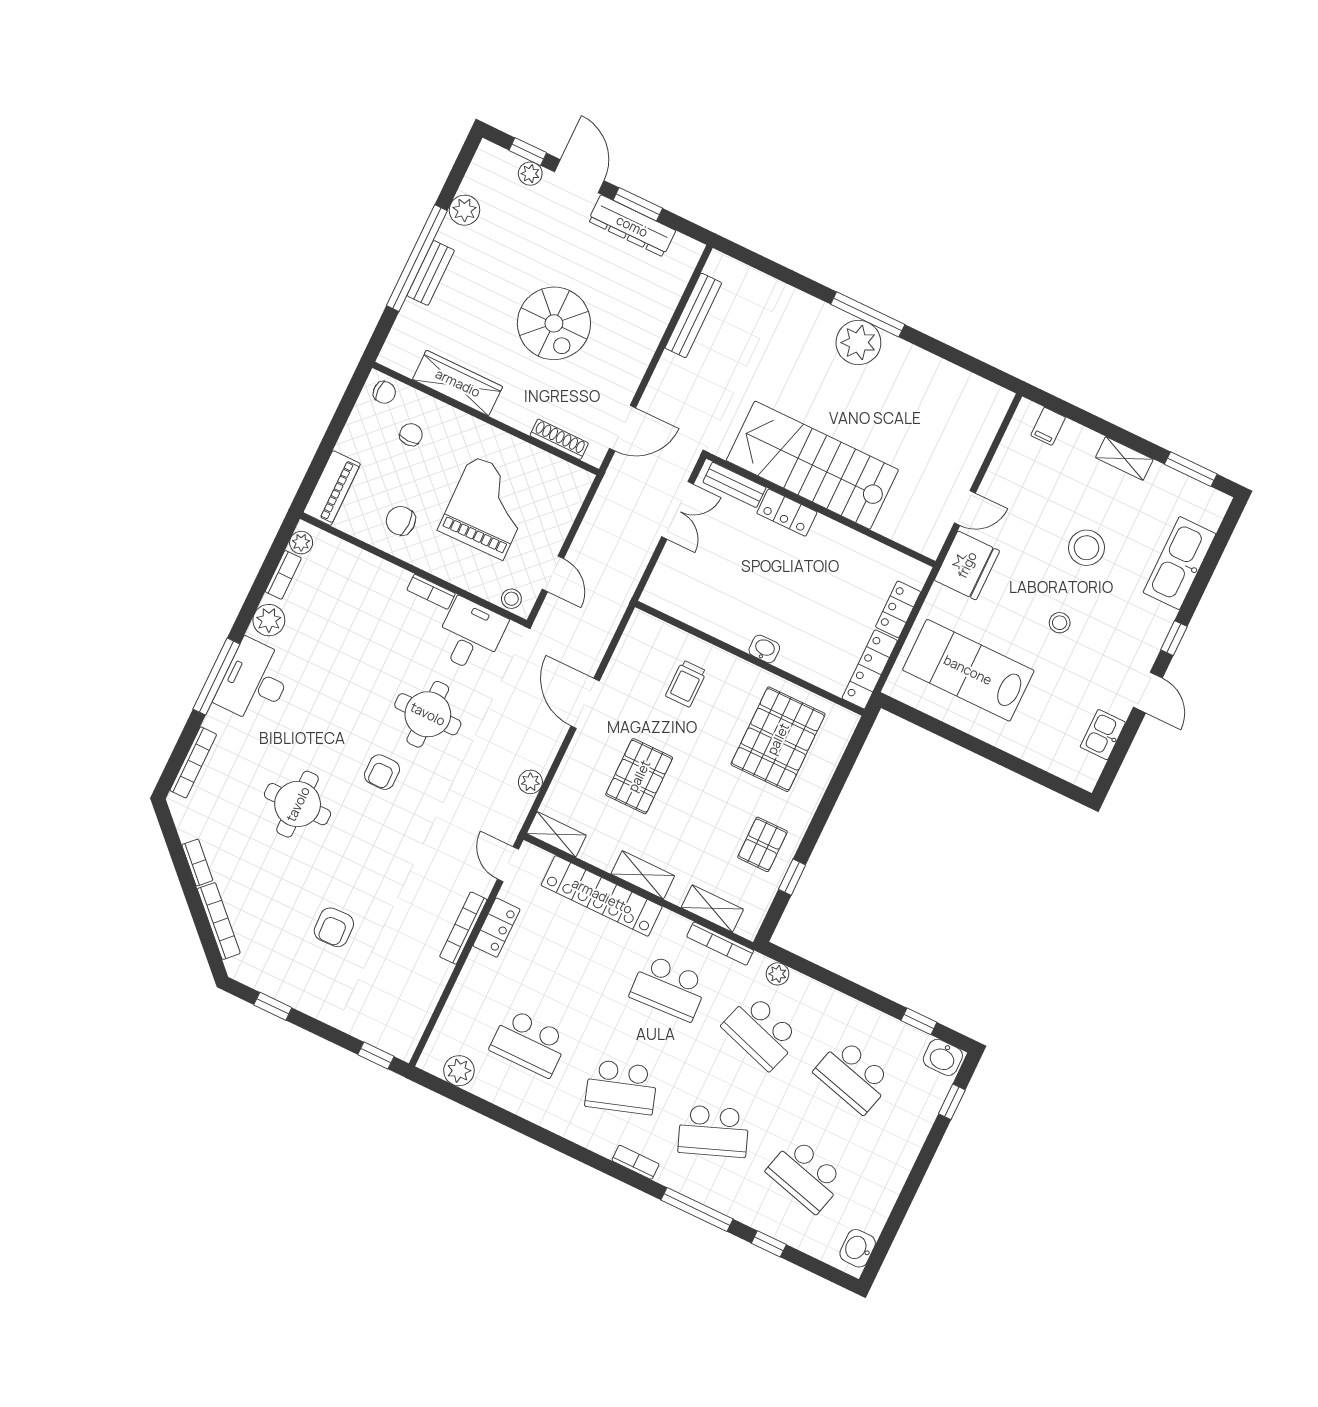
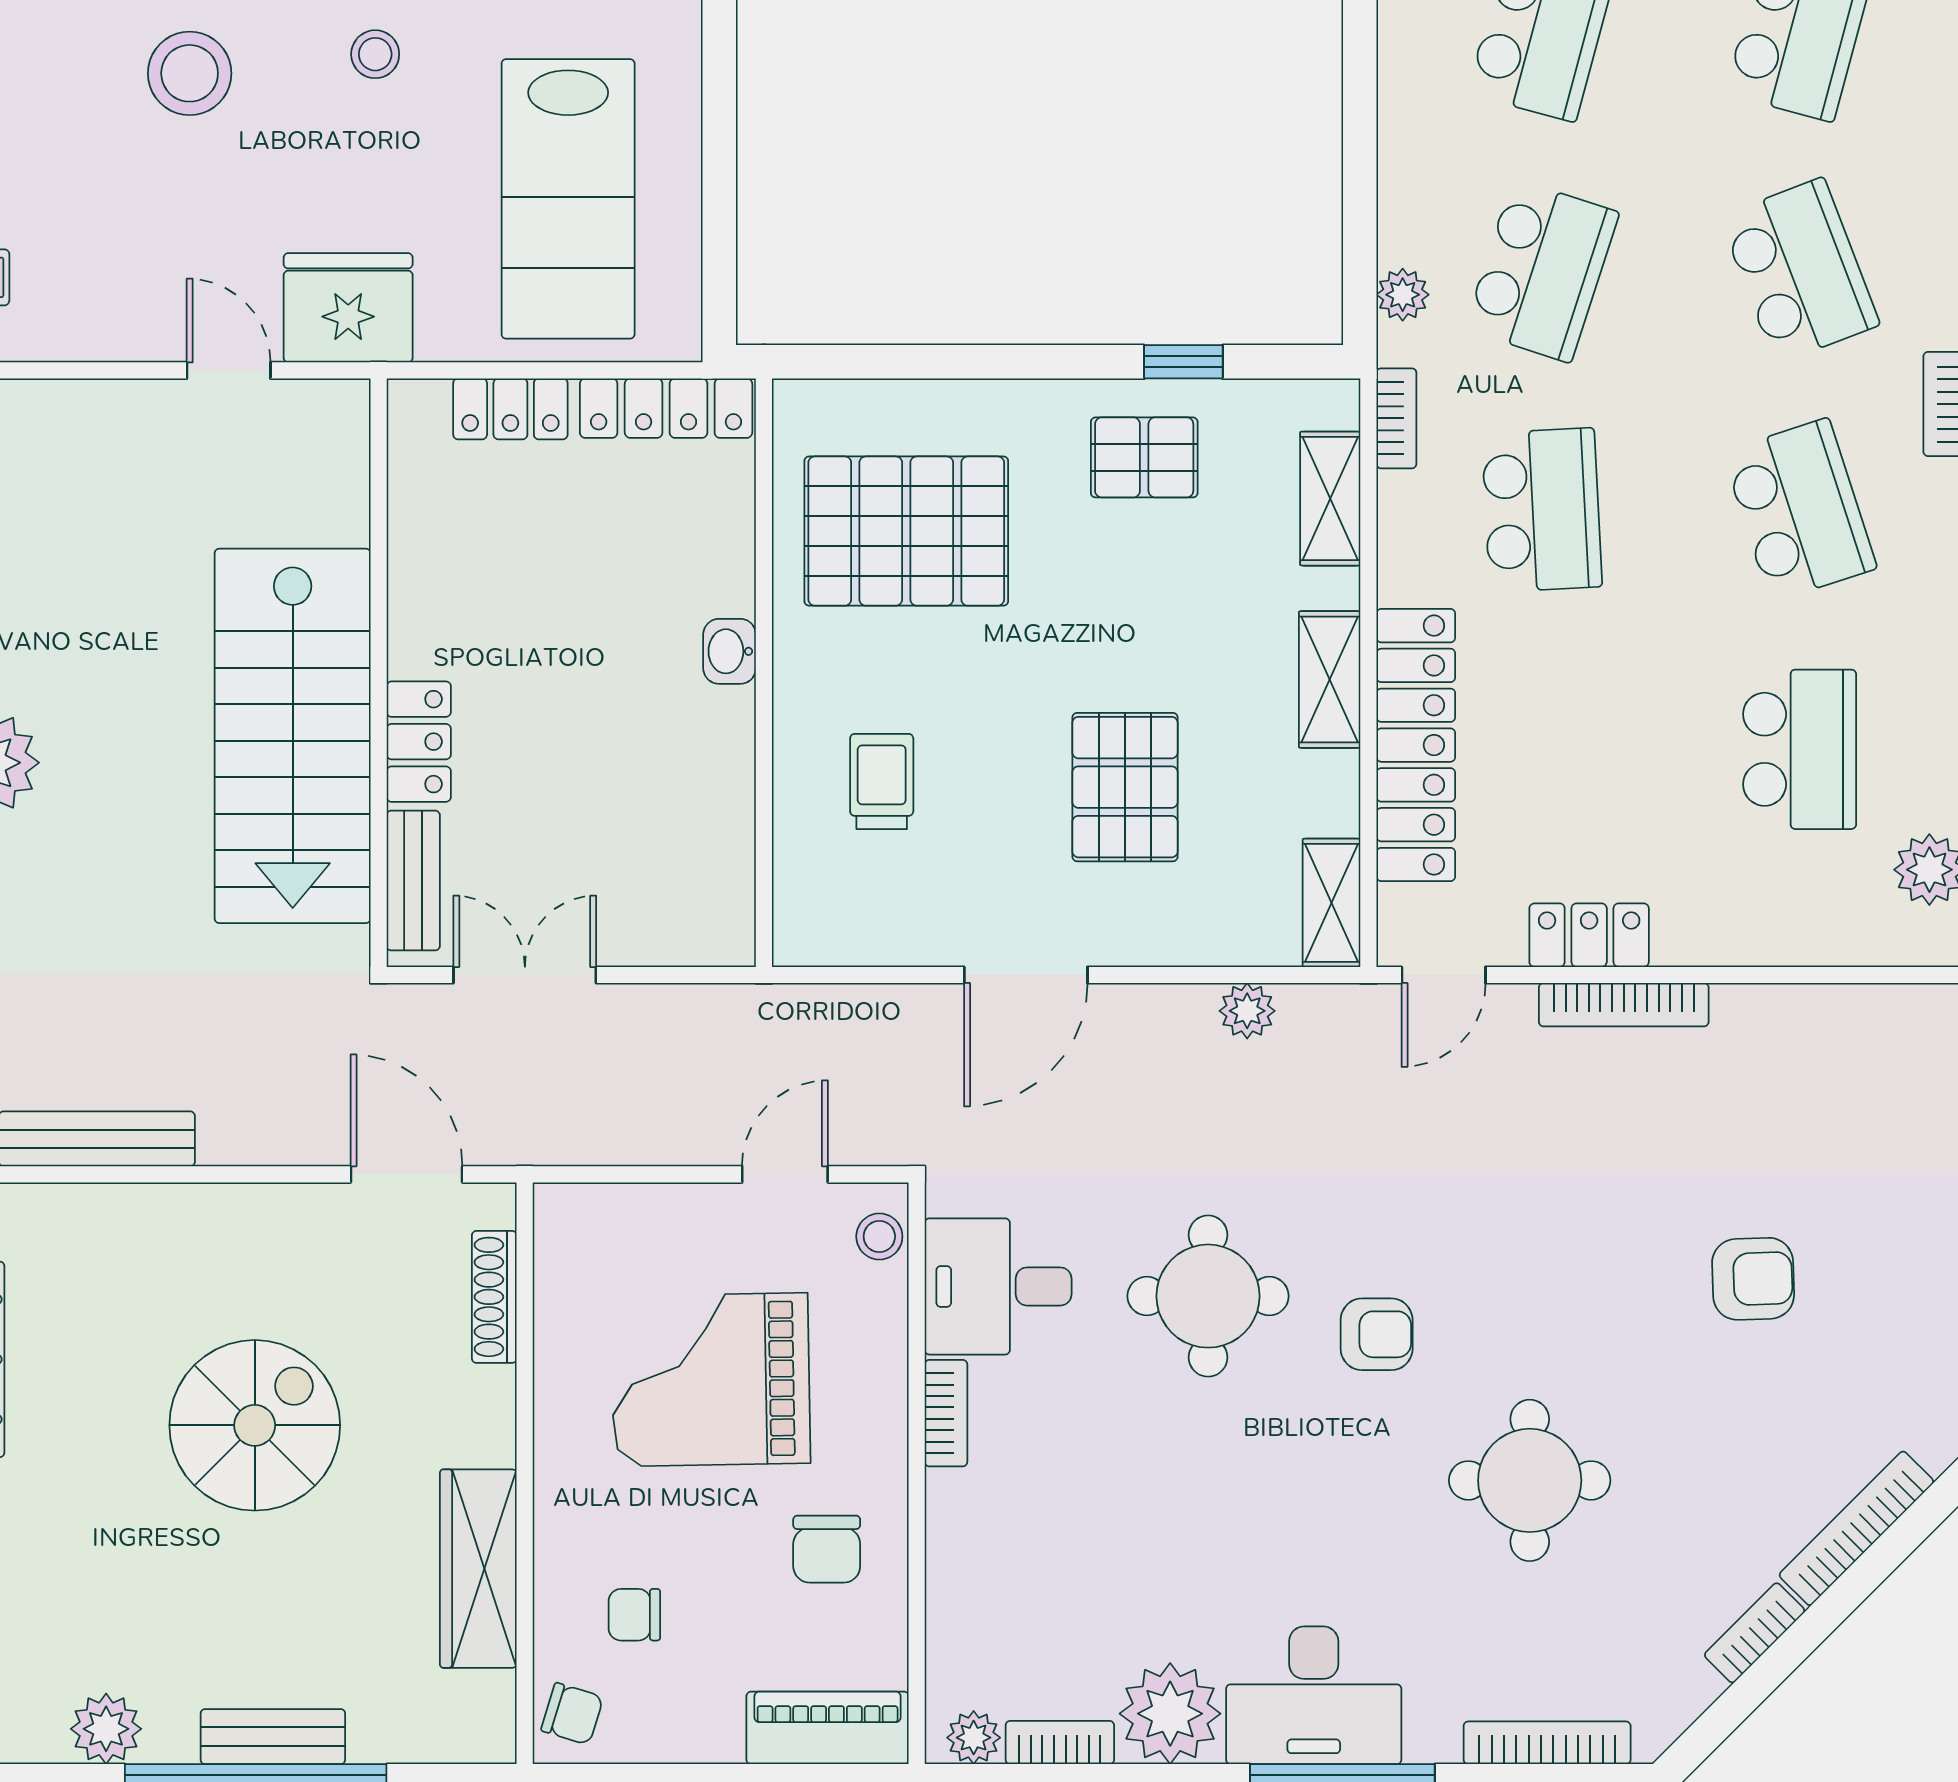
chair: (384, 392) -> (572, 1714), turned 107
plant: (269, 620) -> (1170, 1714), width x1.36, depth x1.36
trolley: (686, 684) -> (882, 782), turned -90
pallet: (639, 776) -> (1125, 787), turned 90
bookcase: (720, 944) -> (1396, 418), width x0.64

